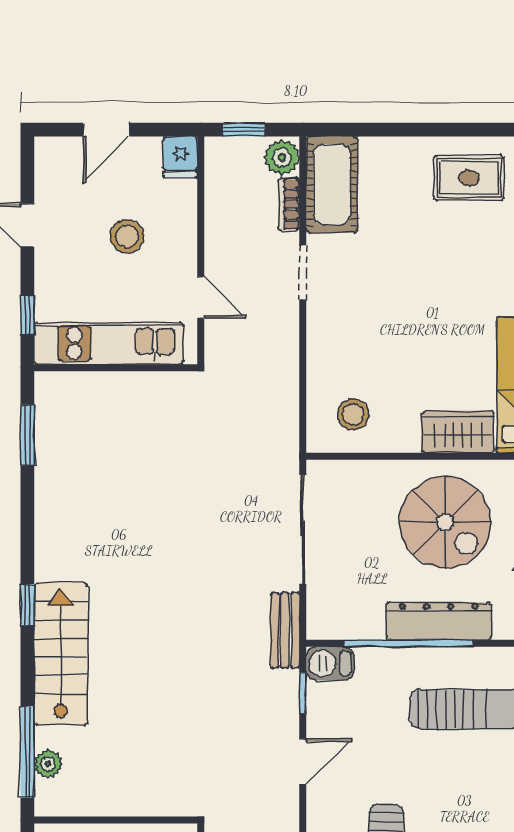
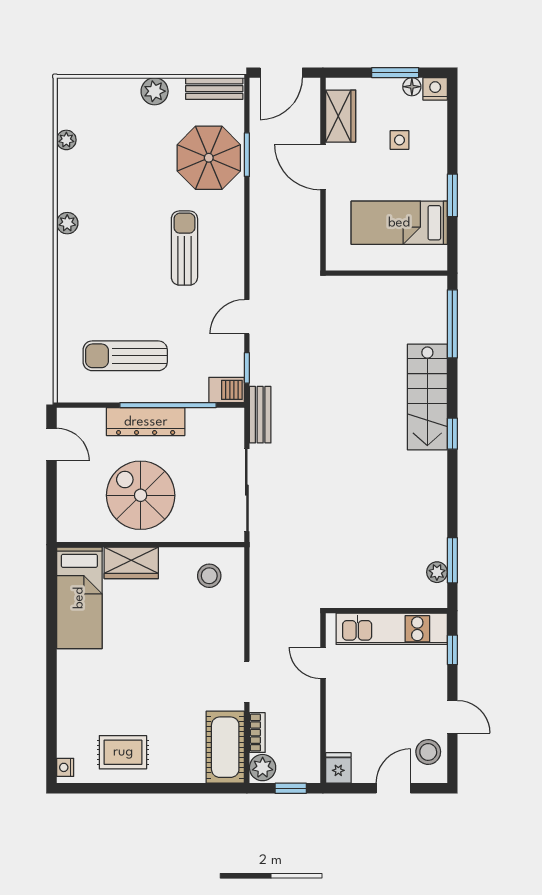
stool: (127, 236) -> (428, 752), moved
plant: (48, 764) -> (437, 572), moved

